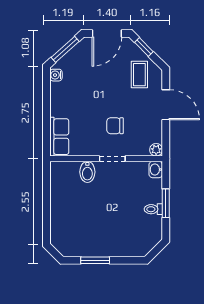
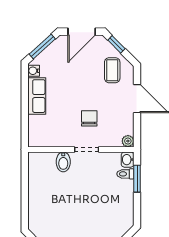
chair: (115, 126) -> (89, 118), turned 90
row of seats: (59, 137) -> (37, 96), moved
window: (166, 203) -> (137, 179), moved
toilet: (153, 209) -> (125, 174), moved

